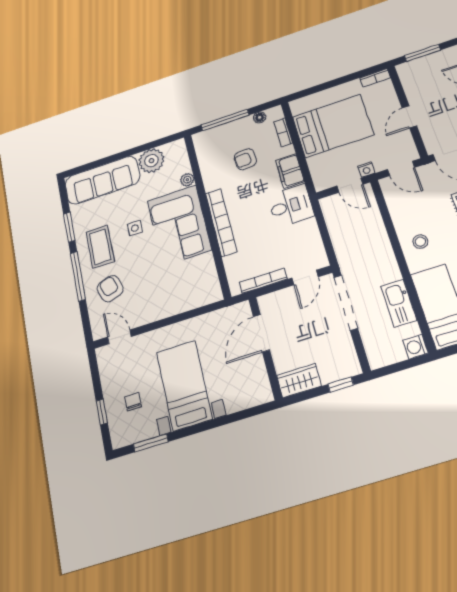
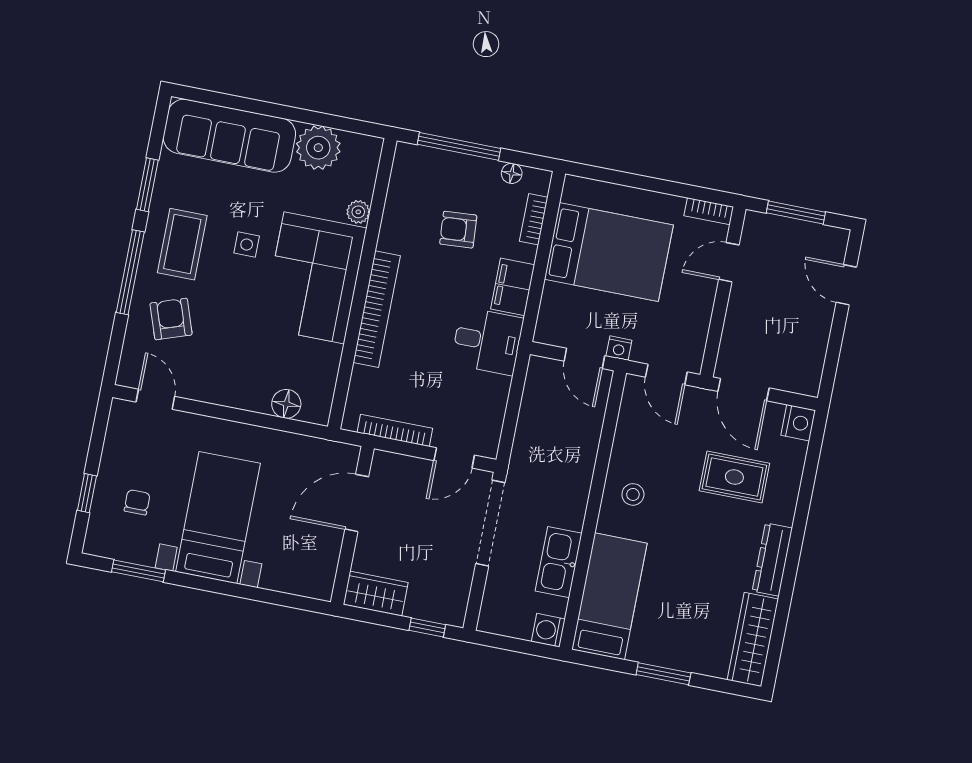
door: (409, 117) -> (729, 262), moved
floor lamp: (194, 300) -> (286, 404), added

